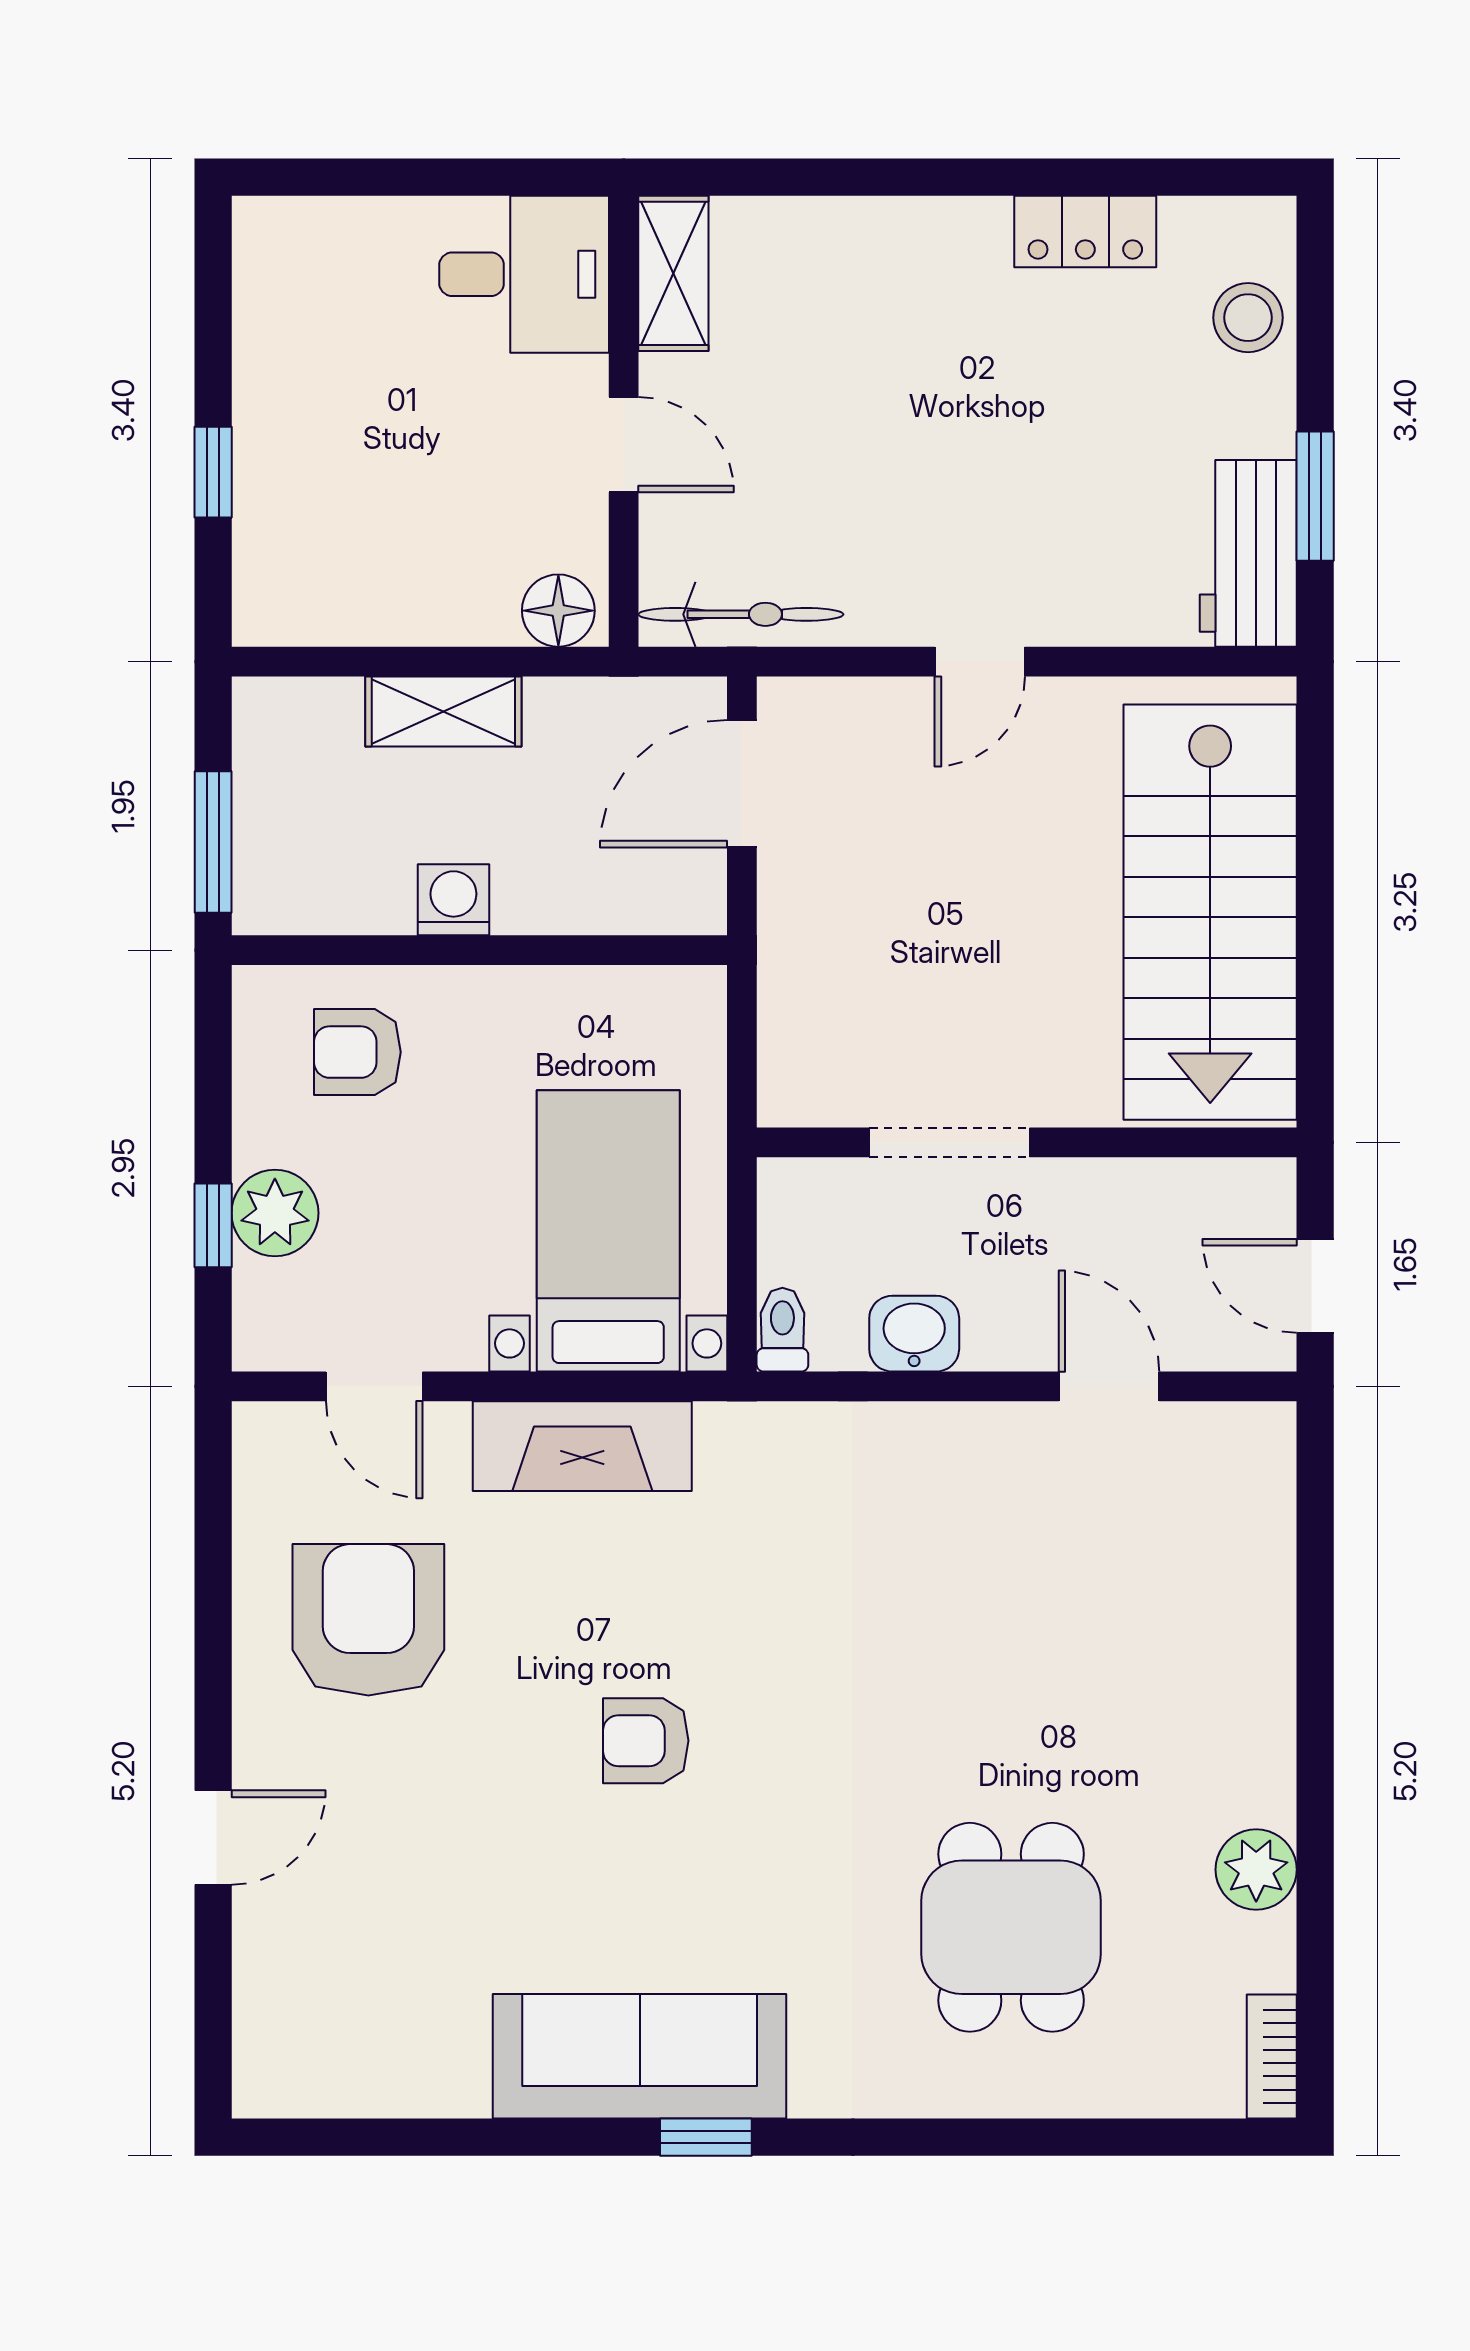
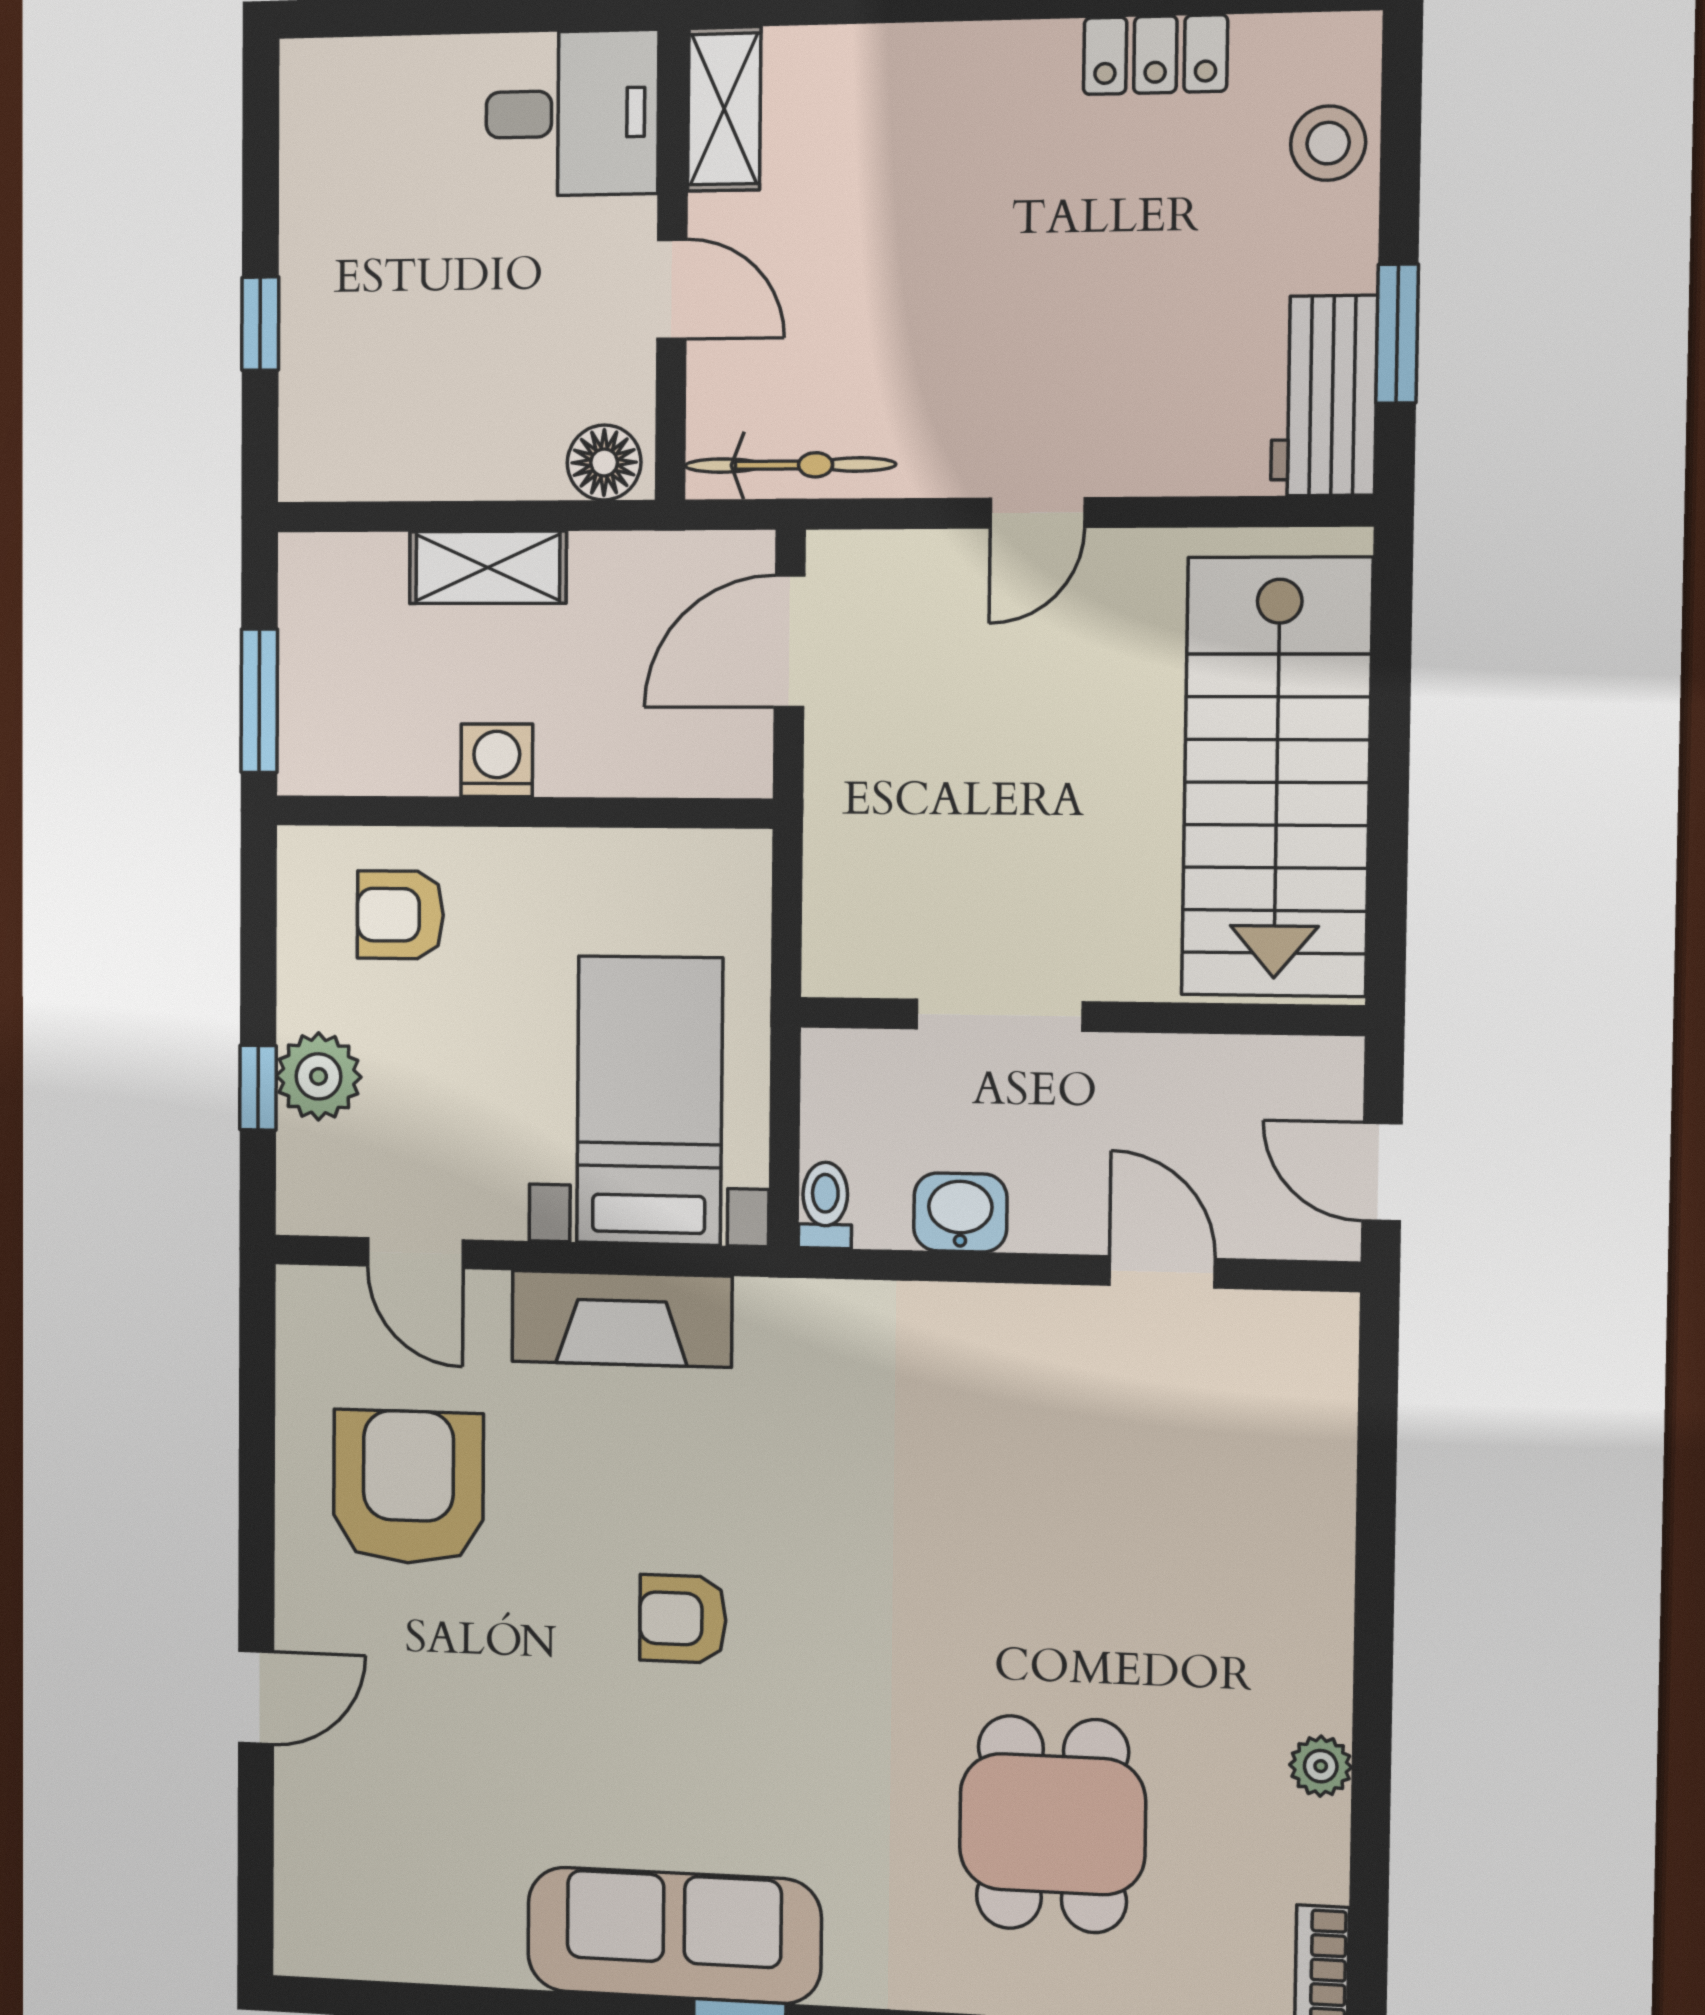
plant: (1256, 1870) -> (1321, 1766), width x0.73, depth x0.73

